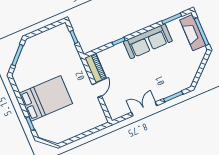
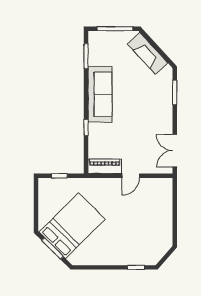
fireplace: (193, 33) -> (148, 53), moved, turned 47
door: (97, 90) -> (131, 176), swing flipped
bed: (46, 98) -> (72, 226), moved, turned 45
double door: (144, 109) -> (175, 151), moved

